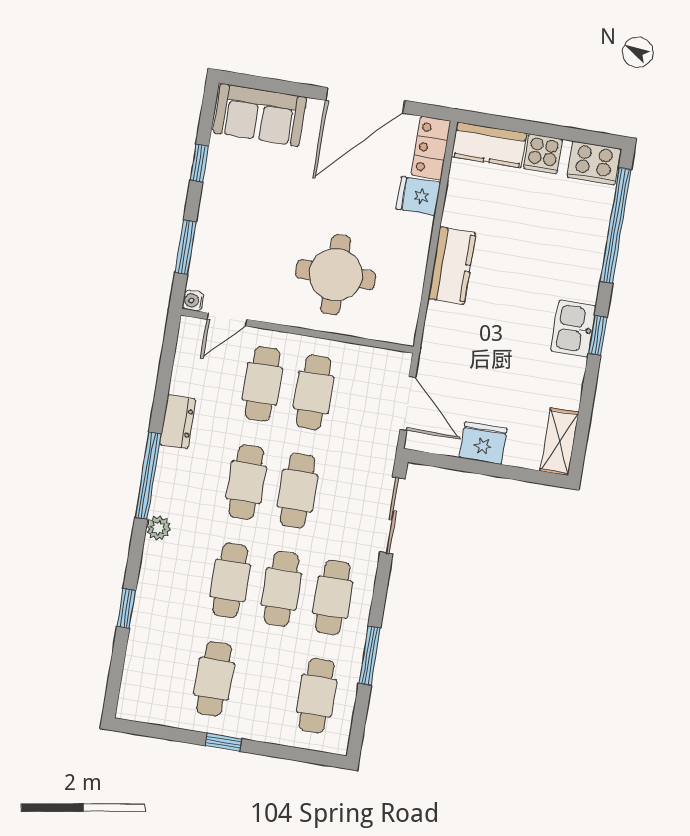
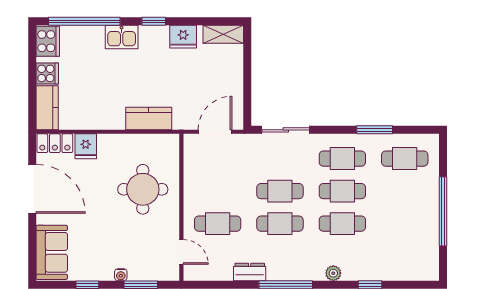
kitchen counter: (452, 266) -> (149, 118), moved
water cooler: (193, 301) -> (121, 275), moved
kitchen sink: (573, 329) -> (122, 37), moved
cafe table: (314, 392) -> (218, 191), removed
fridge: (483, 443) -> (183, 37), moved, turned -90
plant: (158, 528) -> (333, 273), moved
cafe table: (214, 679) -> (405, 224), removed
window: (223, 742) -> (443, 211), width x3.17

